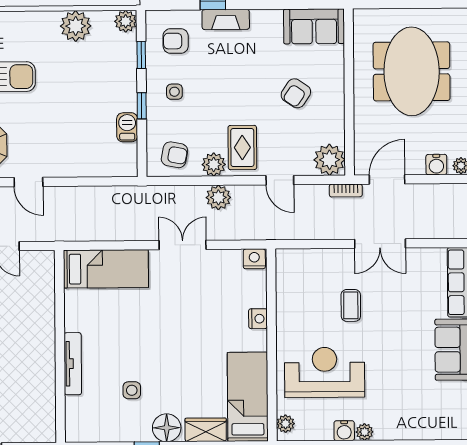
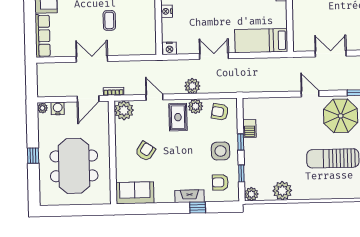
armchair: (176, 41) -> (220, 182), turned 180
side table: (174, 92) -> (221, 151), width x1.87, depth x1.87
double door: (183, 245) -> (214, 56), swing flipped

